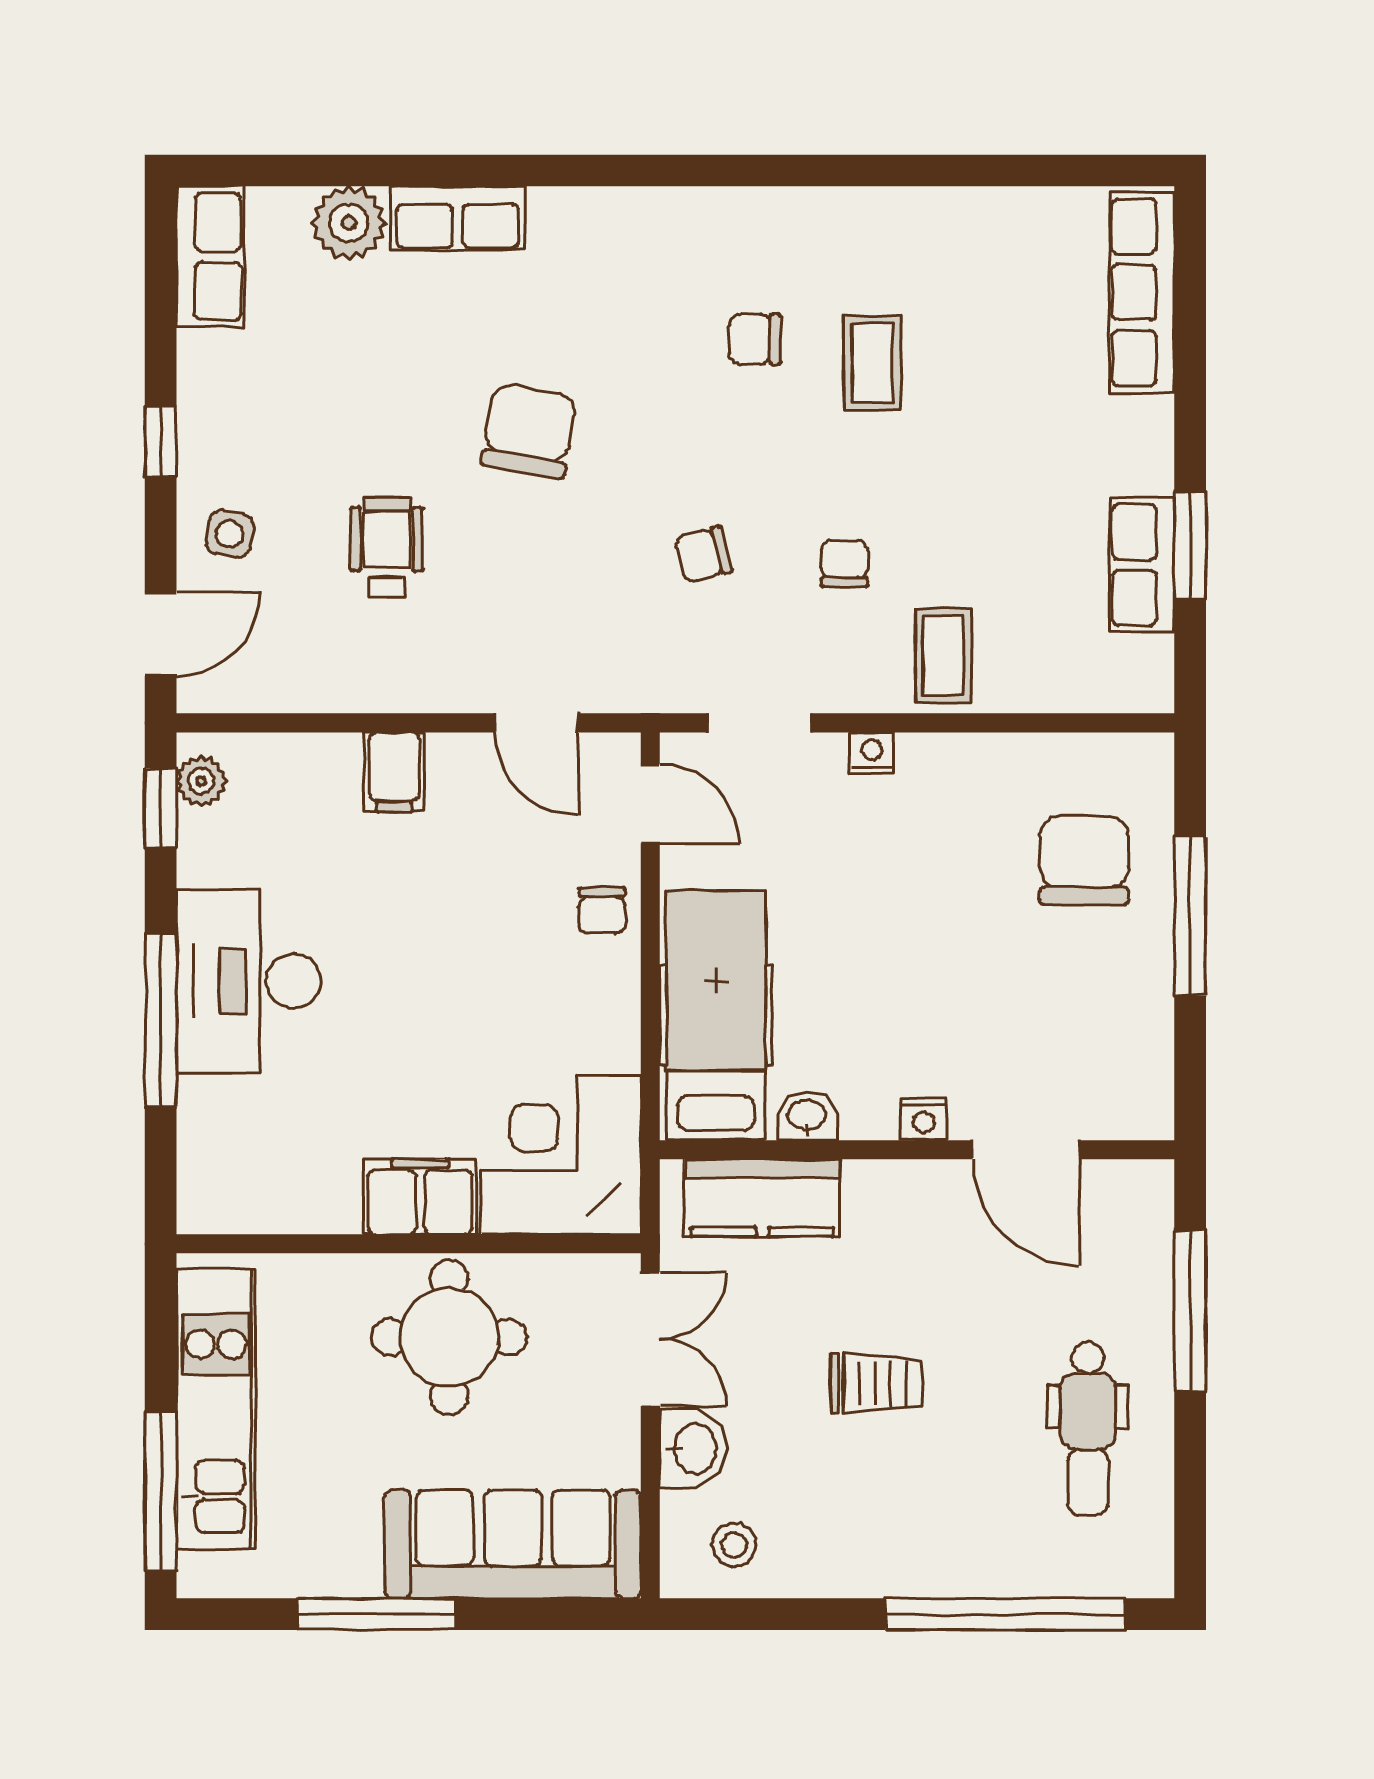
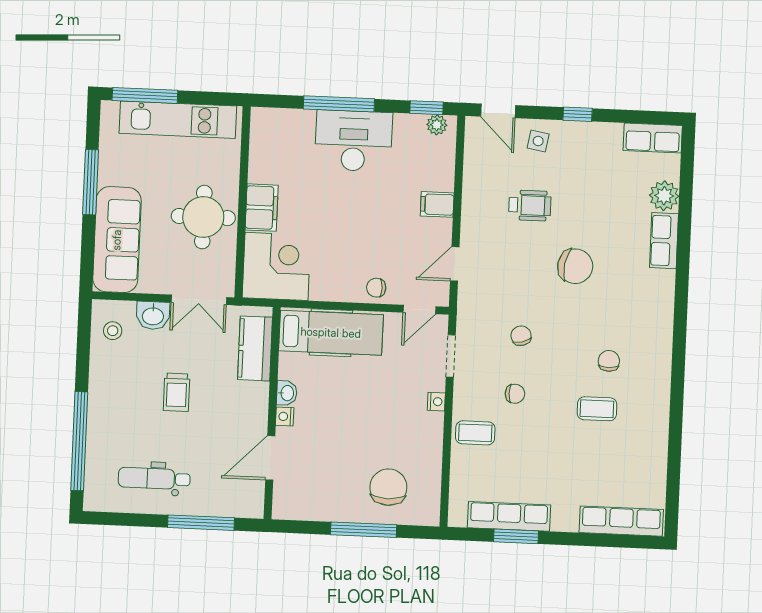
row of seats: (1142, 565) -> (509, 516), width x1.48
chair: (1084, 860) -> (388, 487), turned -90
washbasin: (807, 1116) -> (287, 393), moved

